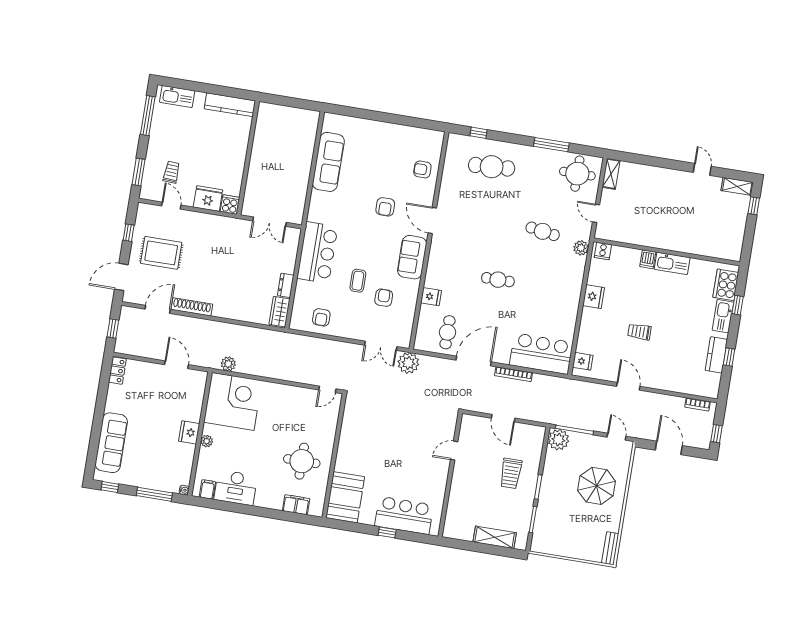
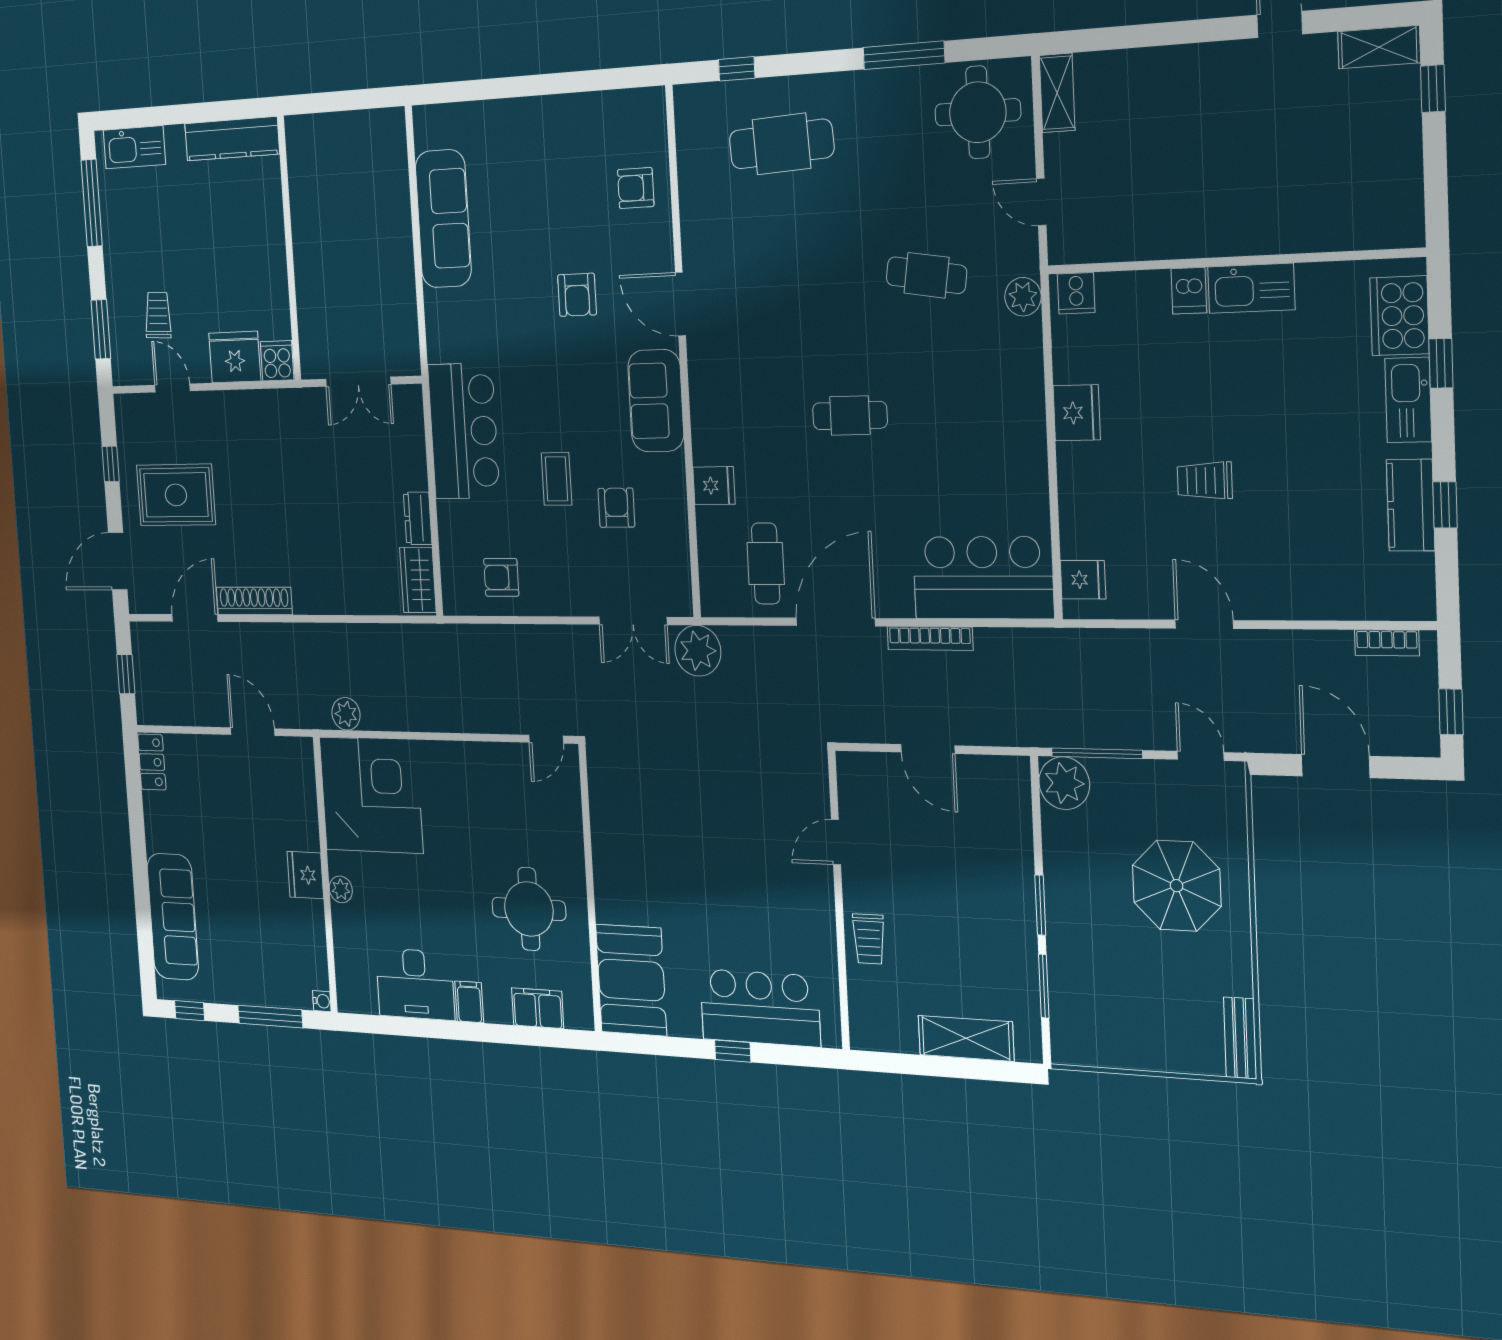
armchair: (321, 317) -> (501, 577), turned 90
trolley: (511, 473) -> (869, 939), moved, width x0.73, depth x0.72
filing cabinet: (207, 489) -> (469, 1002), moved

